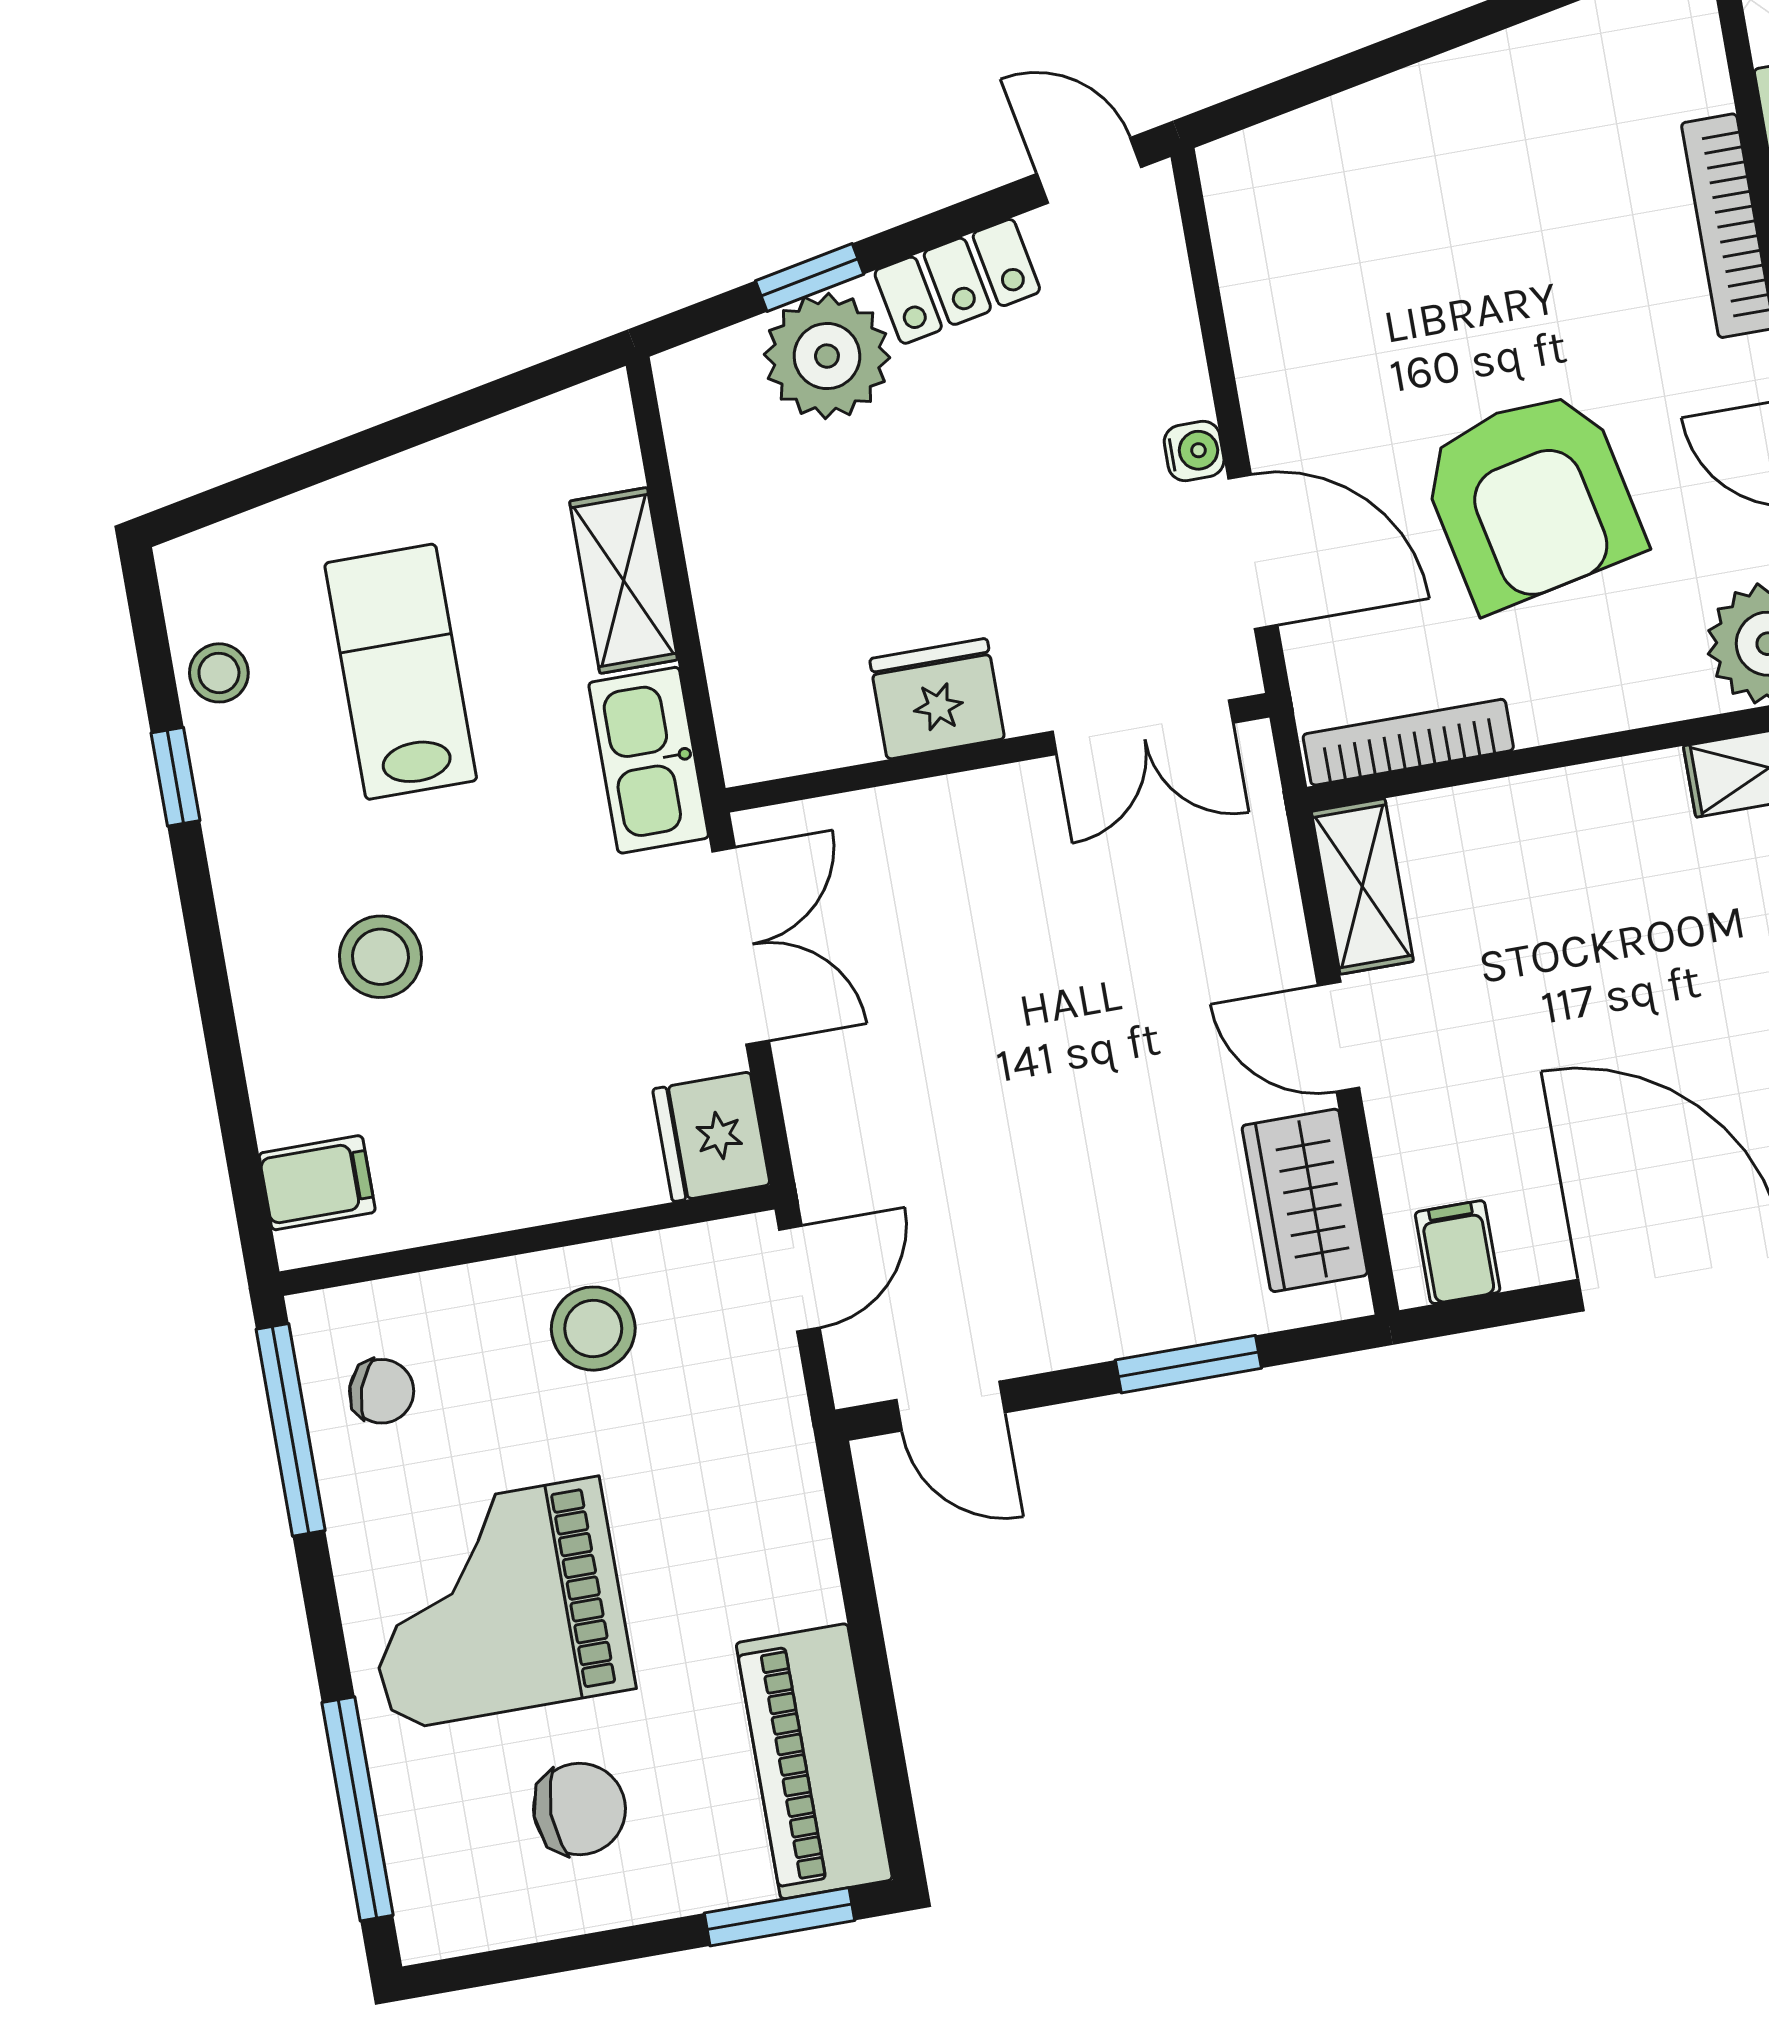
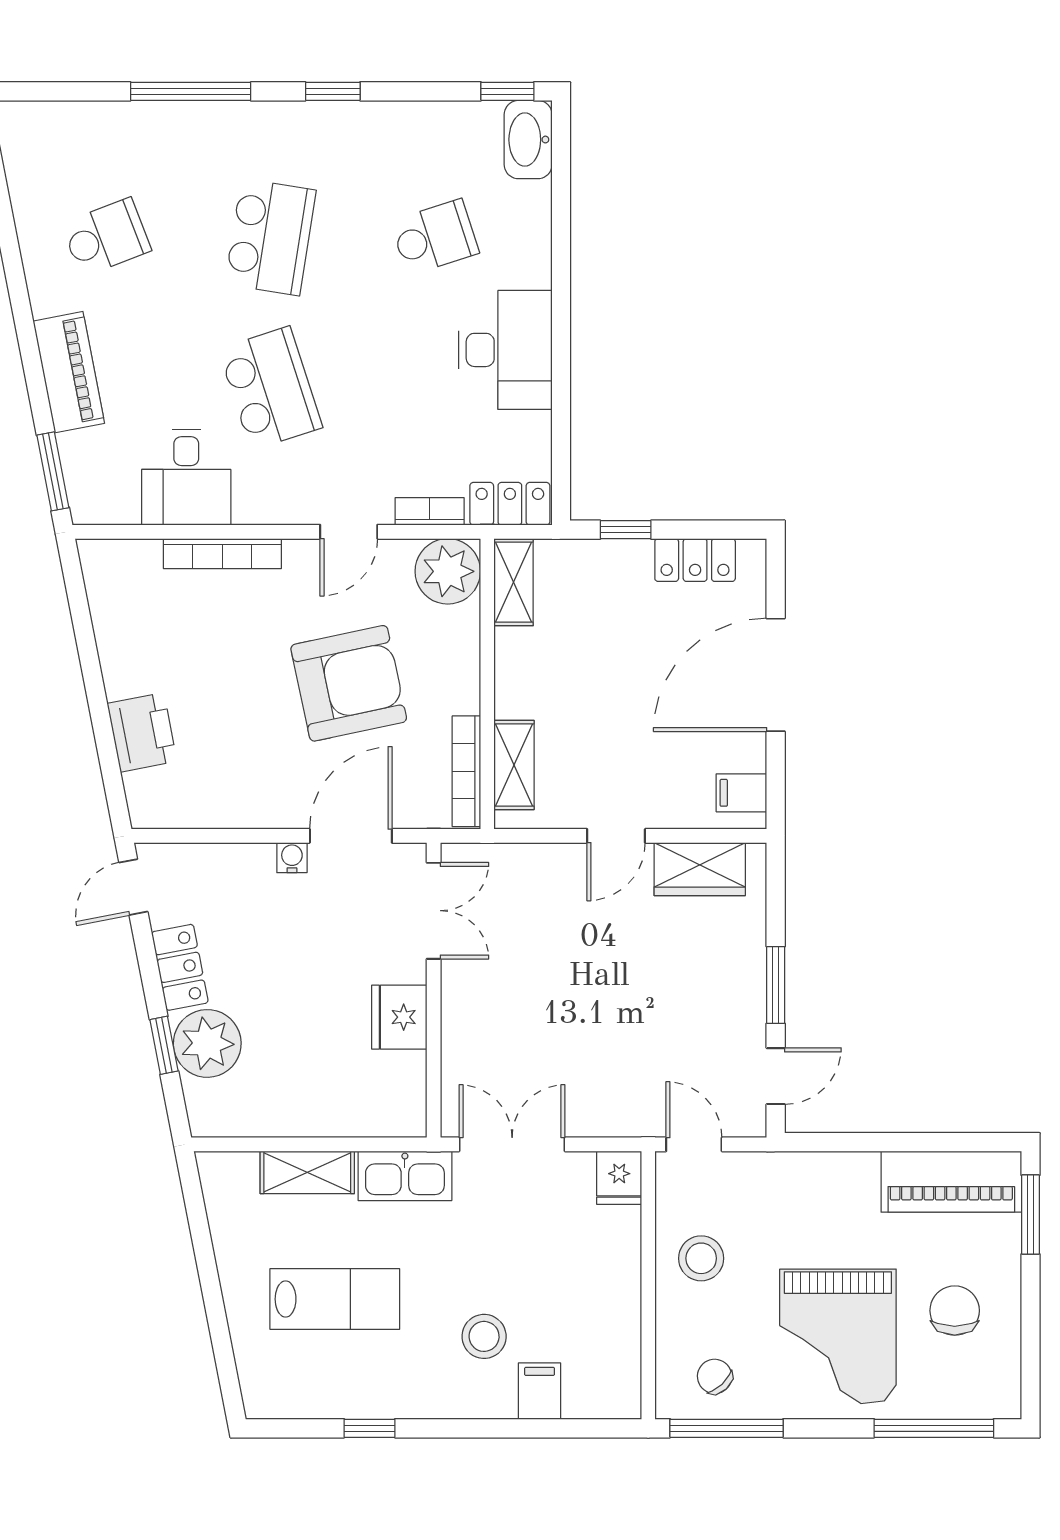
printer: (1375, 136) -> (142, 732), added
lab bench: (401, 672) -> (335, 1299), turned 180
stool: (219, 673) -> (318, 1396), removed
shelving: (1362, 886) -> (514, 765), moved, turned 90
fridge: (711, 1137) -> (619, 1178), width x0.72
filing cabinet: (317, 1183) -> (540, 1391), moved
window: (1188, 1364) -> (776, 985), moved
chair: (382, 1391) -> (715, 1376), turned -62

